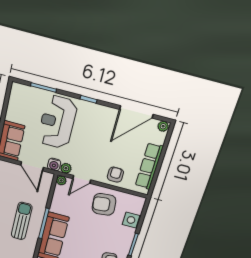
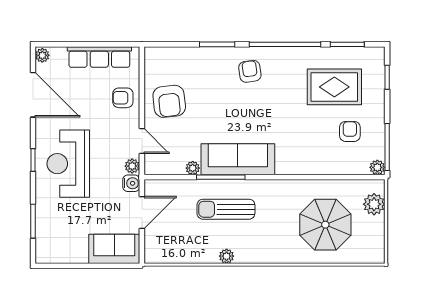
reception desk: (57, 122) -> (68, 164), moved, turned 90
plant: (61, 180) -> (193, 168), moved
side table: (131, 220) -> (182, 58), removed

